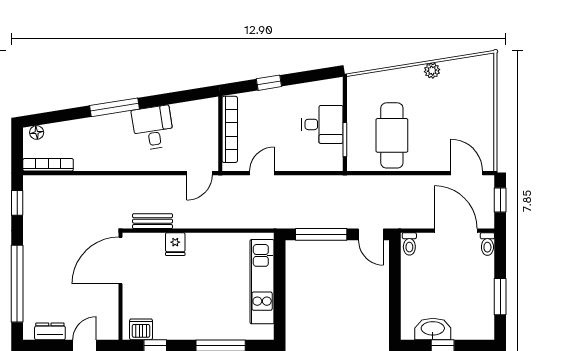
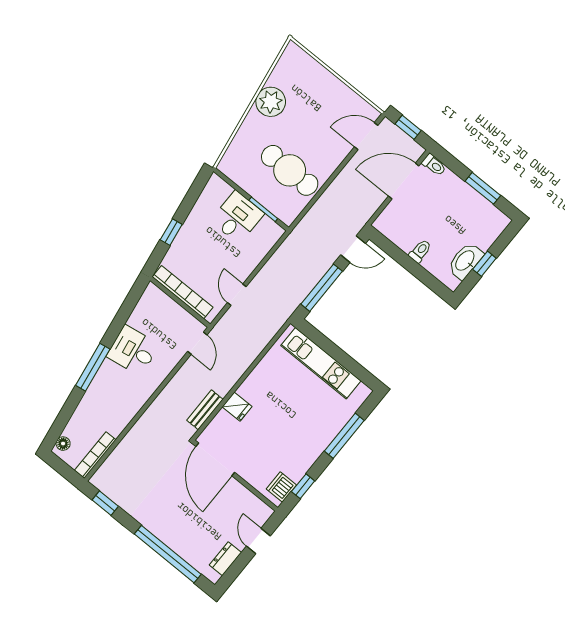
plant: (432, 71) -> (271, 102), width x1.87, depth x1.87
toilet: (409, 244) -> (420, 251), moved, turned -90

